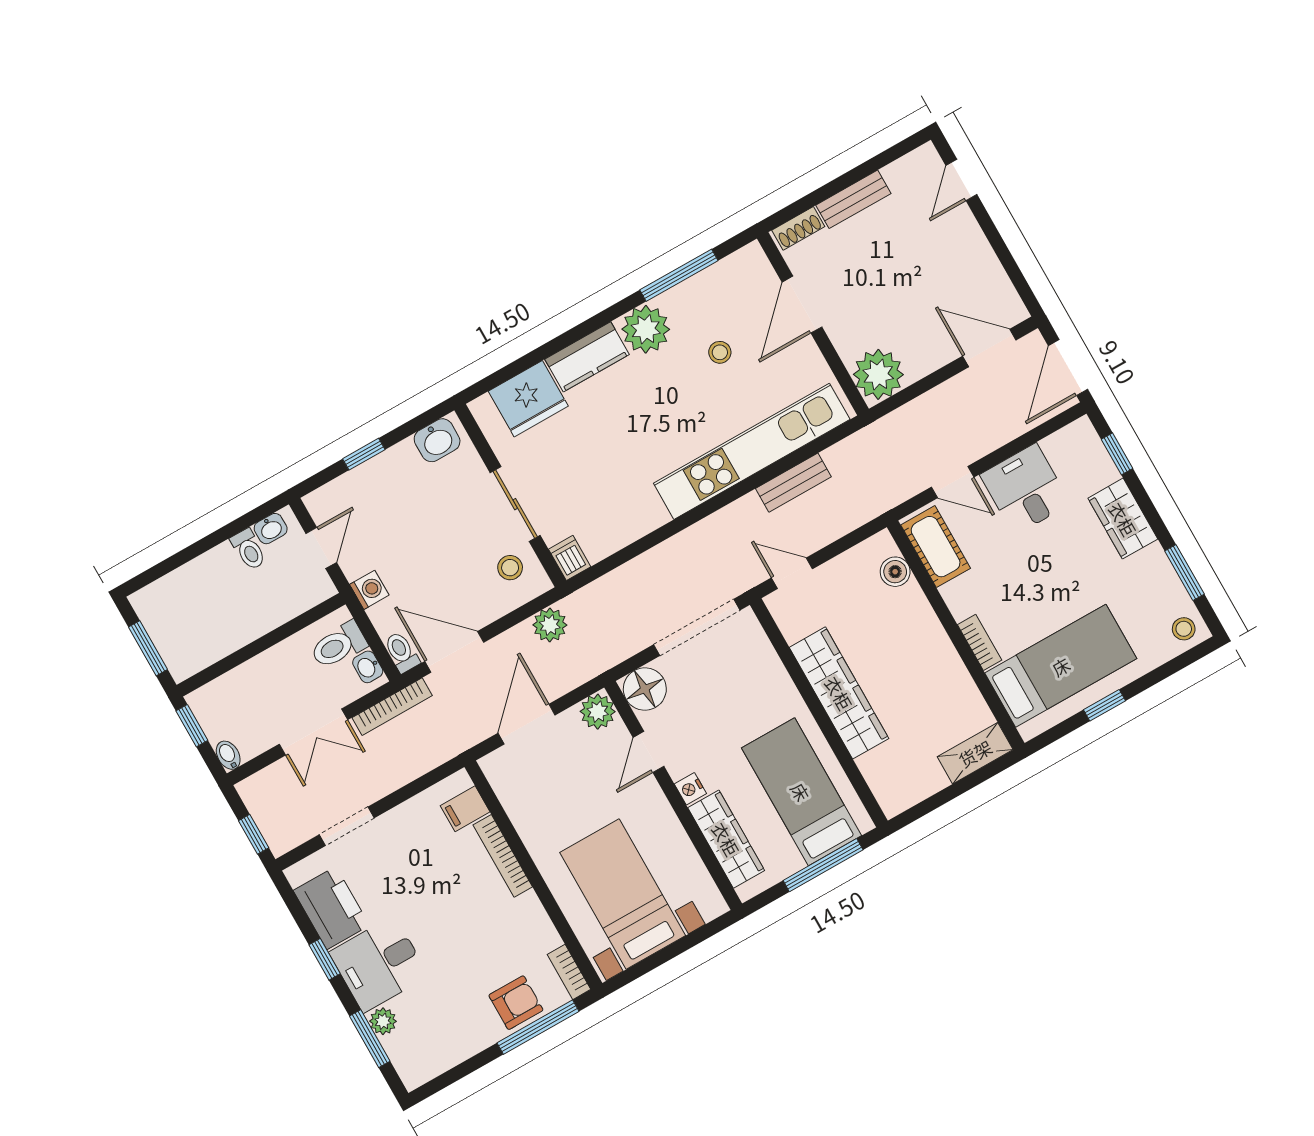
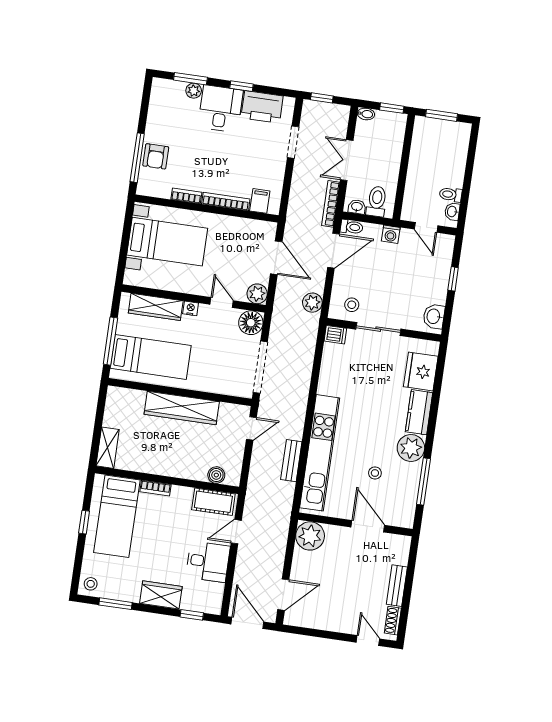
shoe rack: (798, 228) -> (393, 621), moved
bookcase: (569, 972) -> (186, 196), moved

